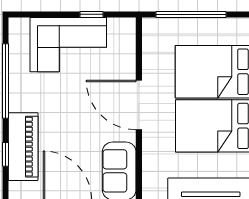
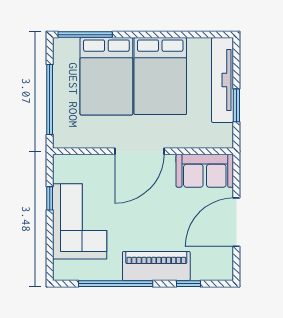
piano: (23, 147) -> (156, 266), moved

